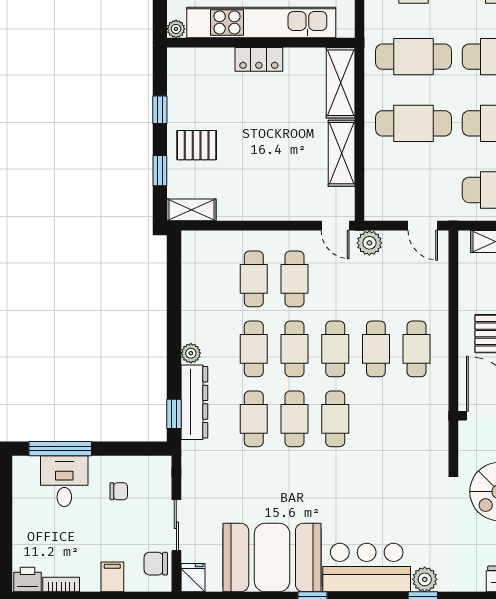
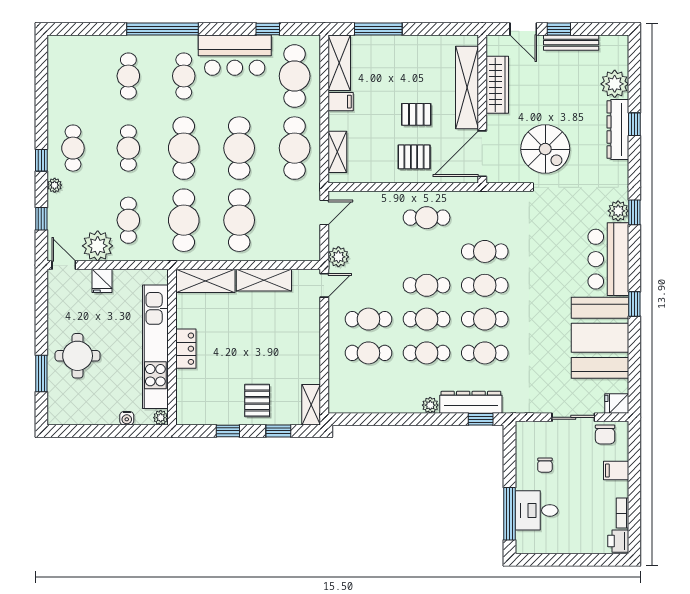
cafe table: (376, 349) -> (485, 251), moved
chair: (119, 491) -> (545, 465), turned 180

